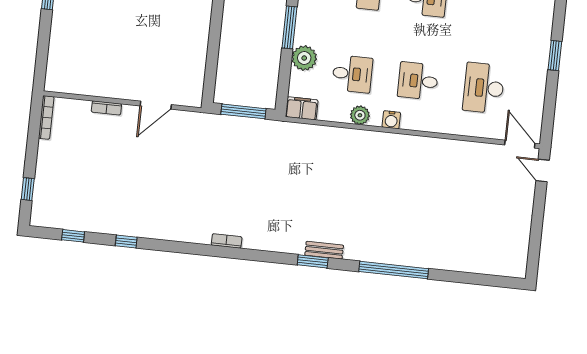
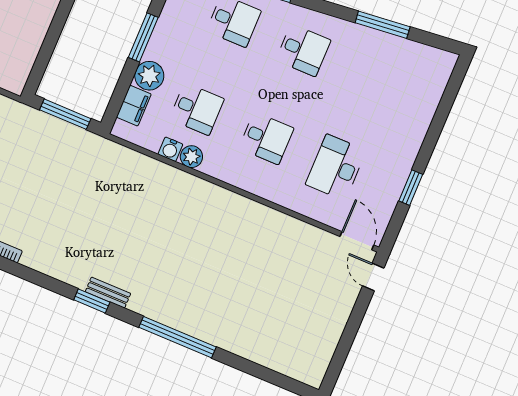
window: (555, 56) -> (411, 188), moved
desk: (418, 81) -> (266, 138), turned 180
filing cabinet: (302, 108) -> (134, 106), moved, turned 90
water cooler: (391, 120) -> (170, 149), moved

